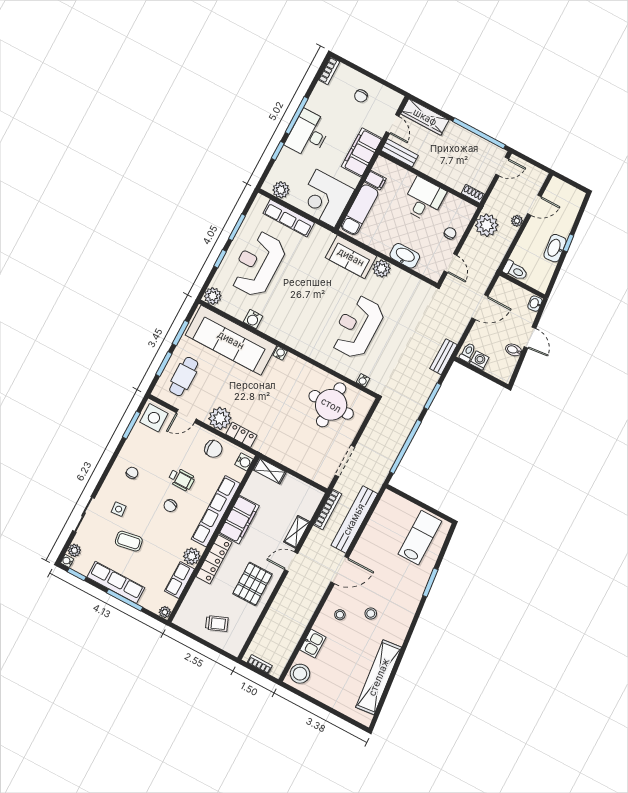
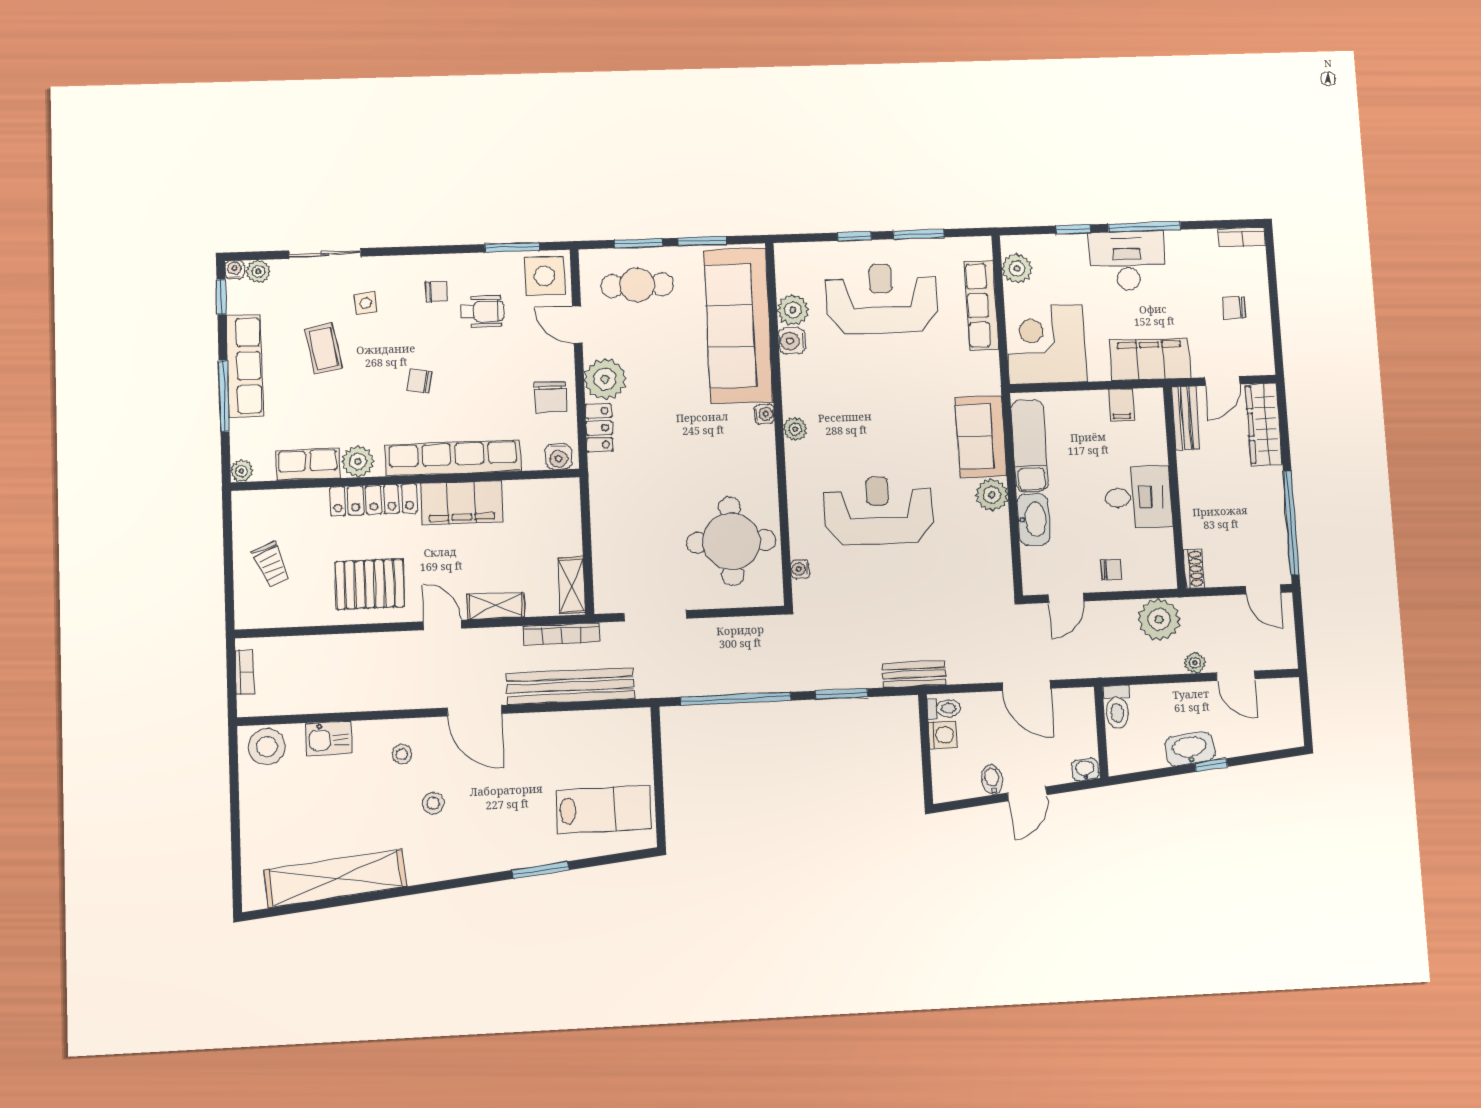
exam couch: (360, 210) -> (1029, 446), moved, turned -90
plant: (213, 296) -> (793, 310), moved
plant: (296, 343) -> (795, 429), added
shelving: (270, 471) -> (572, 585), moved
wheelchair: (181, 479) -> (482, 311), moved, turned -90

